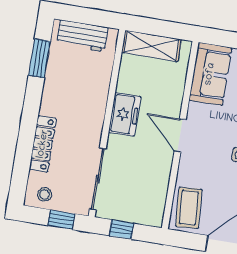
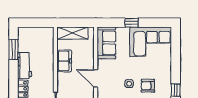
workbench: (82, 36) -> (25, 66), moved, turned -90
freezer: (125, 114) -> (64, 61), moved

